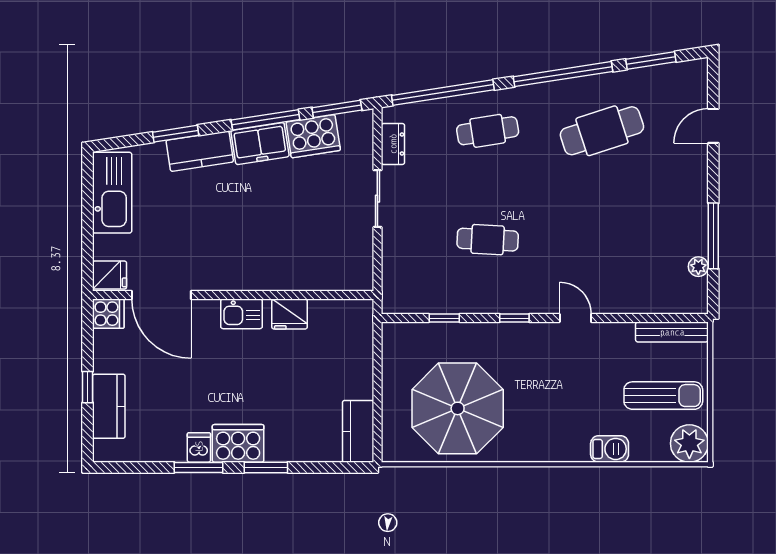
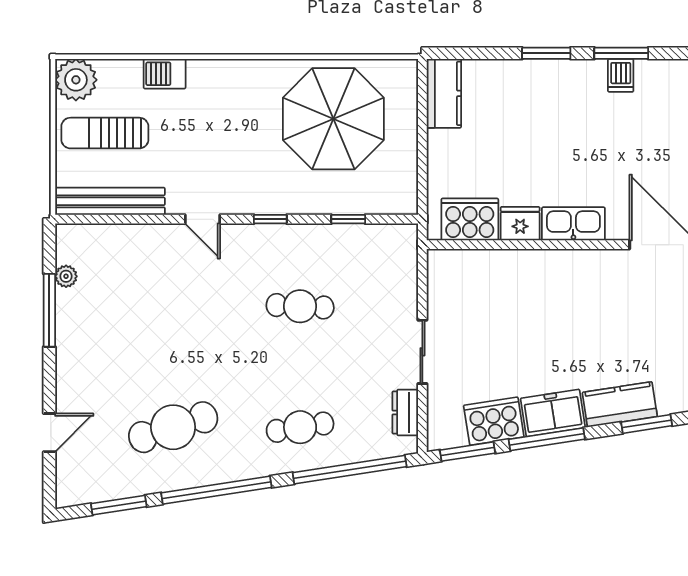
kitchen sink: (242, 314) -> (573, 224), width x1.38
bench: (672, 332) -> (110, 201), width x1.37, depth x1.21
cooker: (238, 443) -> (470, 219), moved, turned 180

